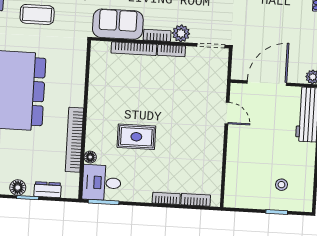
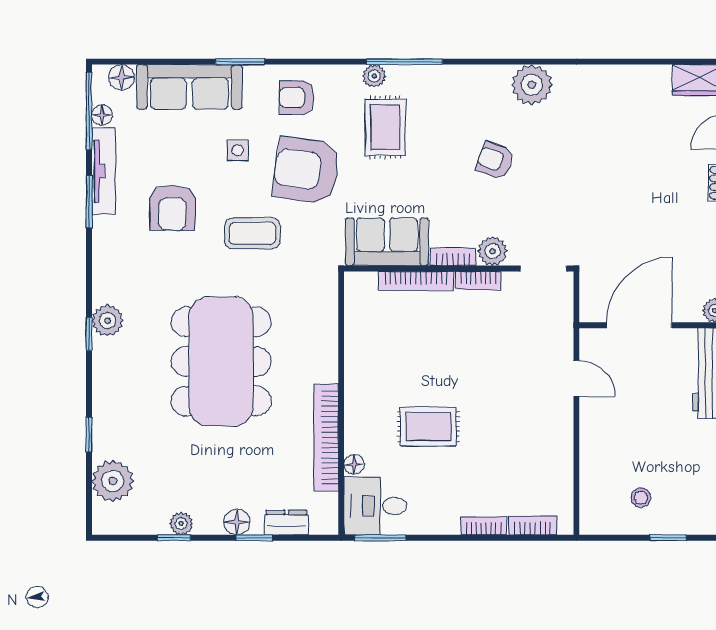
stool: (281, 185) -> (641, 498), moved

